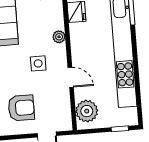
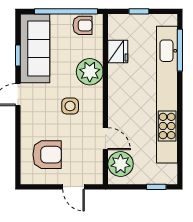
plant: (59, 37) -> (90, 72), width x1.88, depth x1.88
door: (71, 77) -> (105, 139), moved

